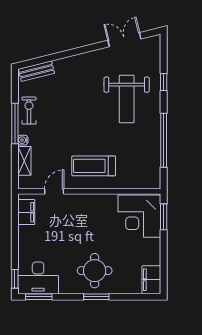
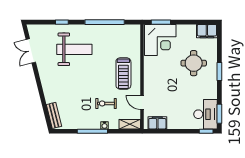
exercise bike: (29, 111) -> (106, 103), moved
shelving: (24, 161) -> (130, 124), moved
round table: (95, 271) -> (194, 63), moved

